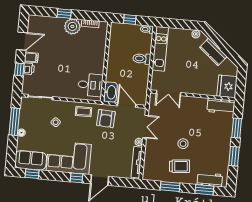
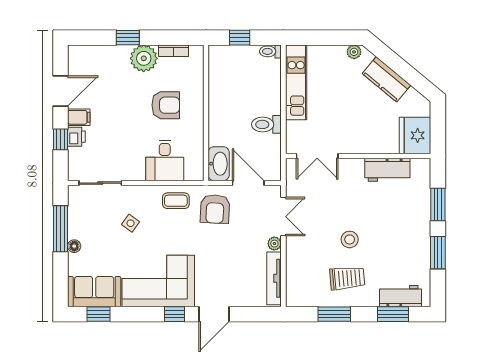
armchair: (83, 55) -> (166, 105), added
toilet: (142, 59) -> (266, 124), moved
desk: (90, 85) -> (165, 160), moved, turned 90
workbench: (221, 106) -> (387, 170), moved

